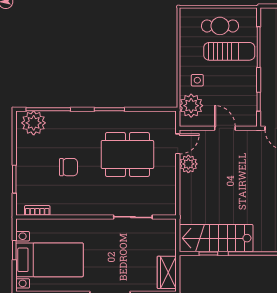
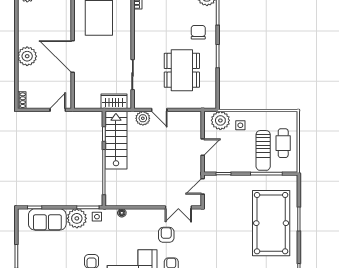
door: (178, 144) -> (159, 110), moved
plant: (188, 164) -> (143, 118), moved
chair: (69, 167) -> (198, 32), moved, turned 180
wardrobe: (167, 272) -> (114, 101), moved

